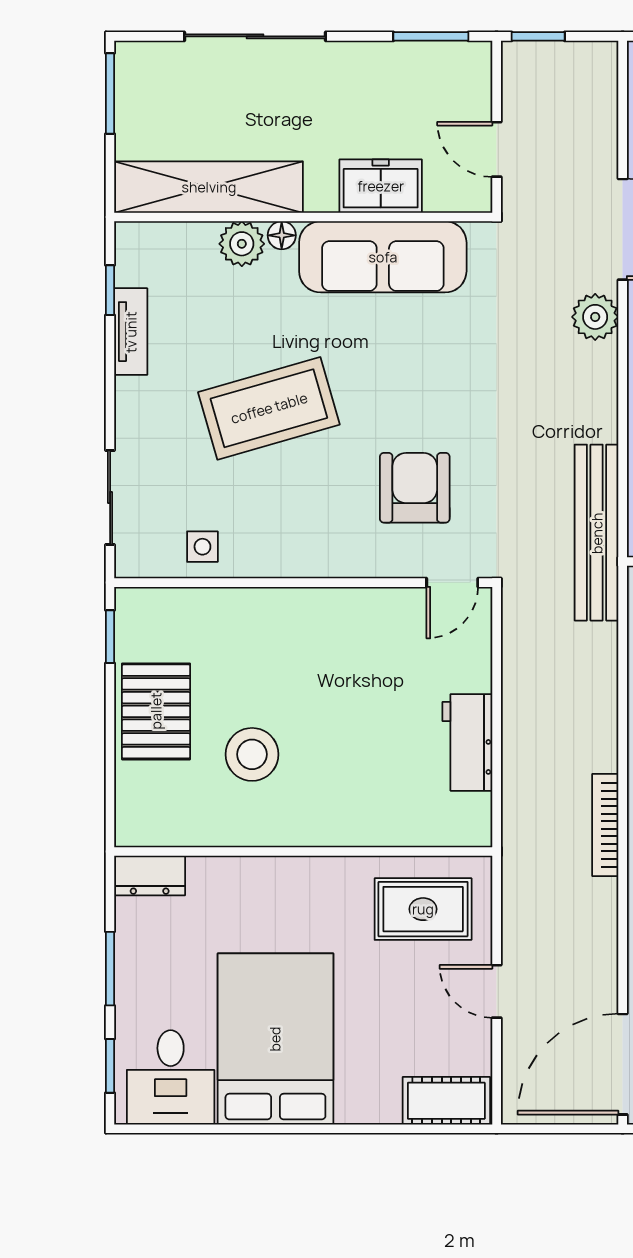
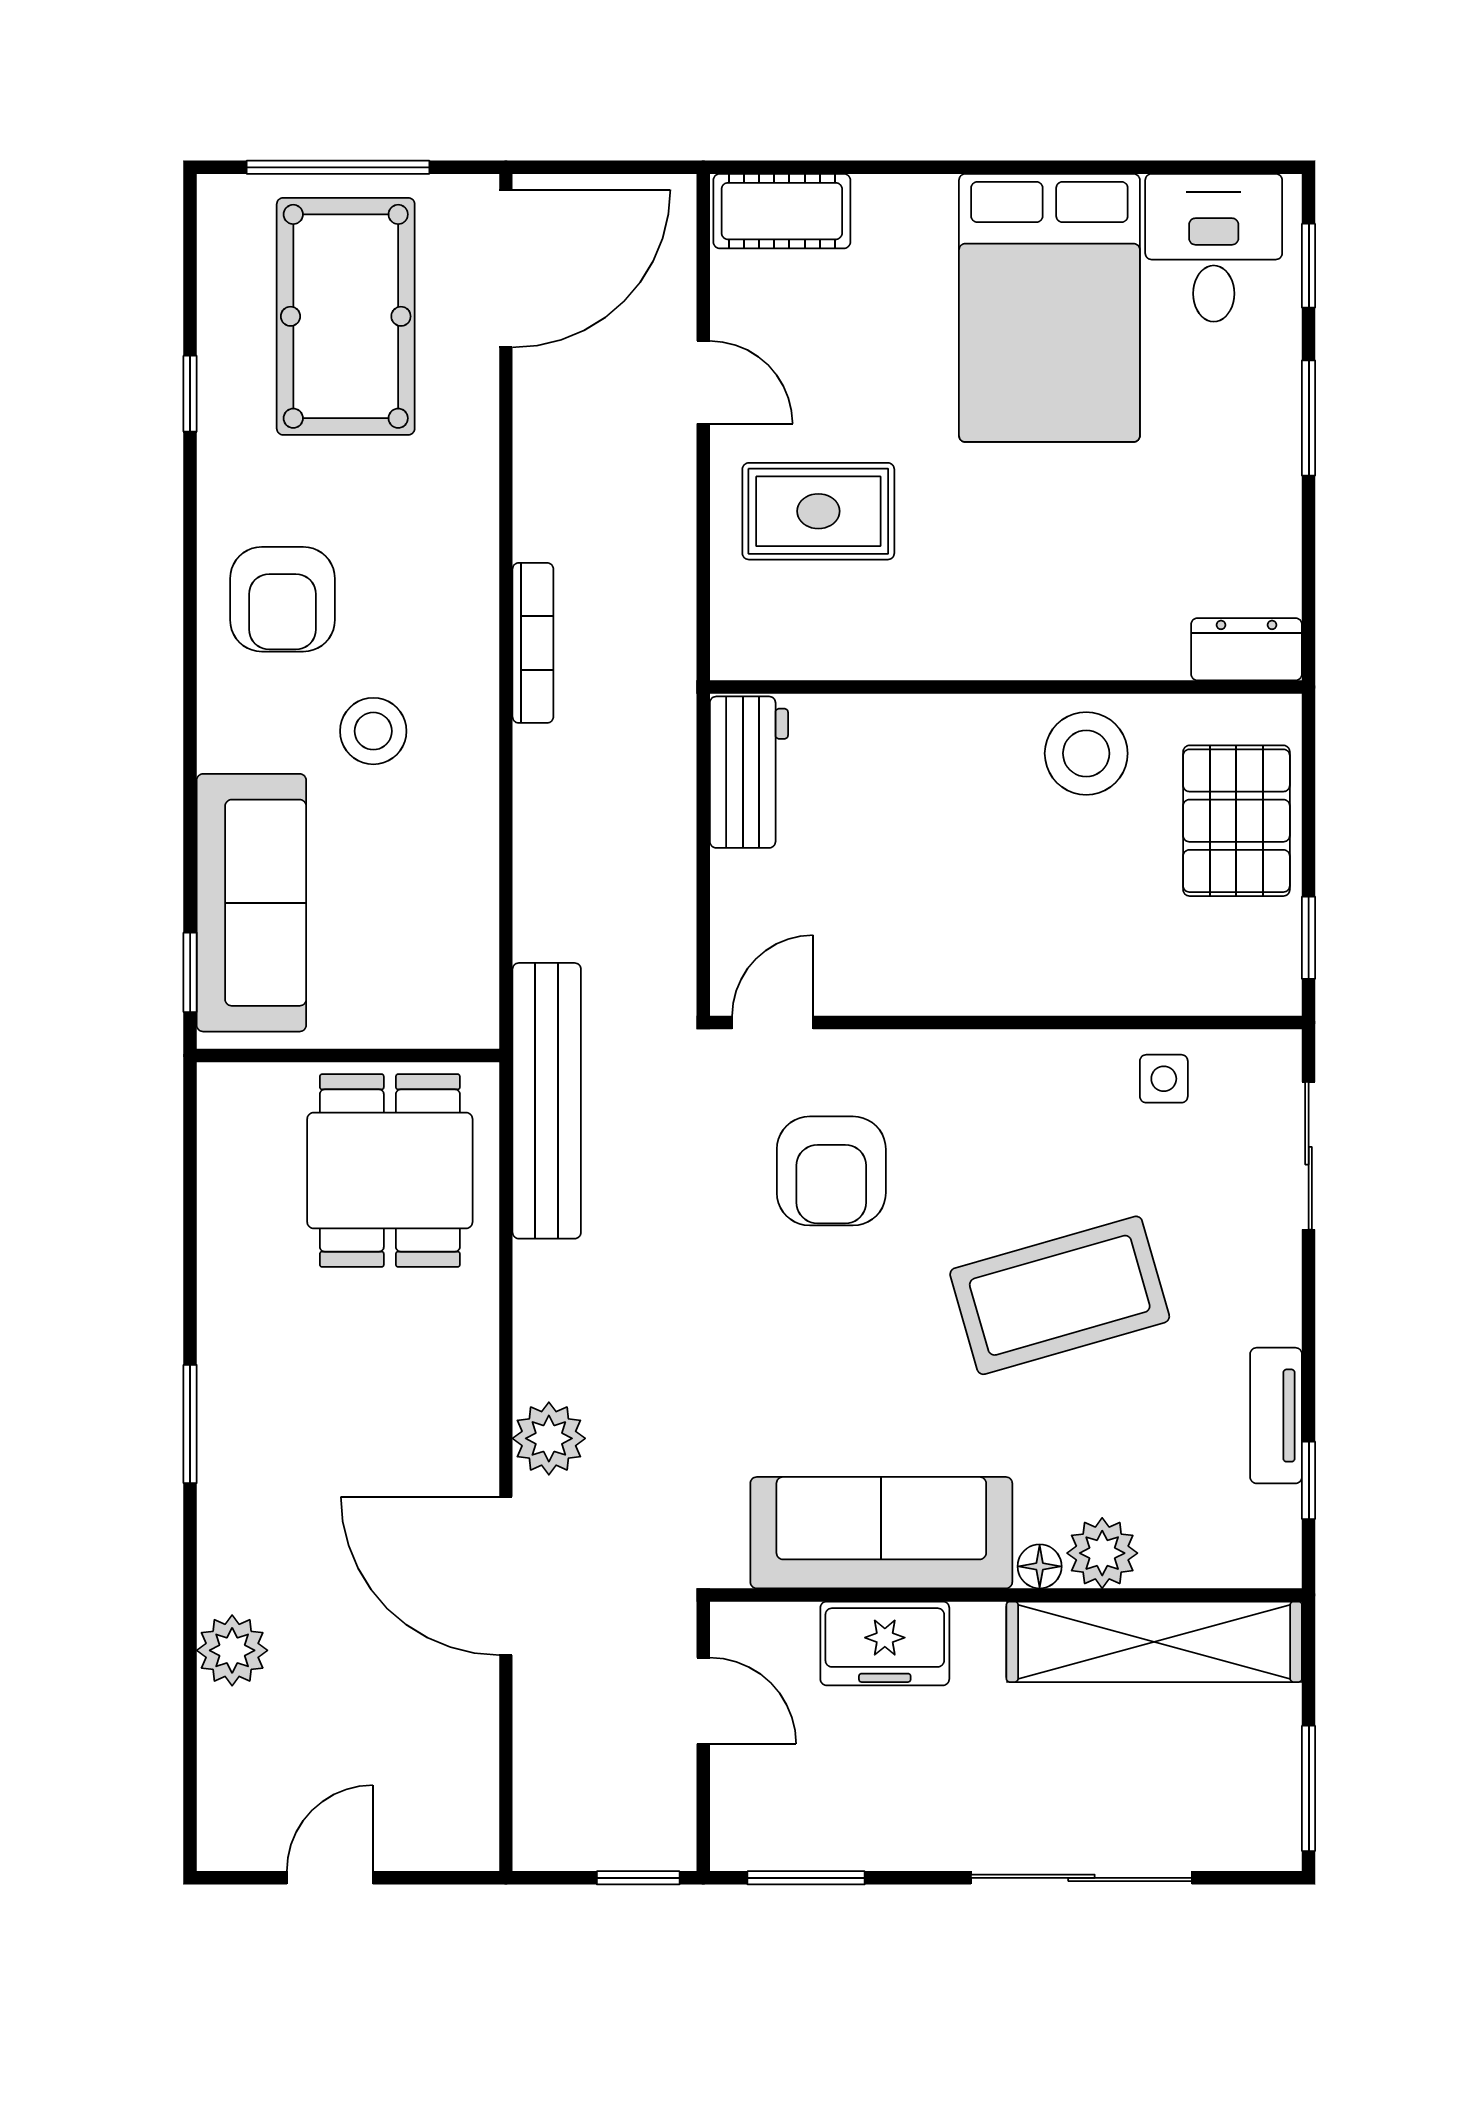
wall: (303, 851) -> (1006, 687), moved
dresser: (150, 876) -> (1246, 649), moved

